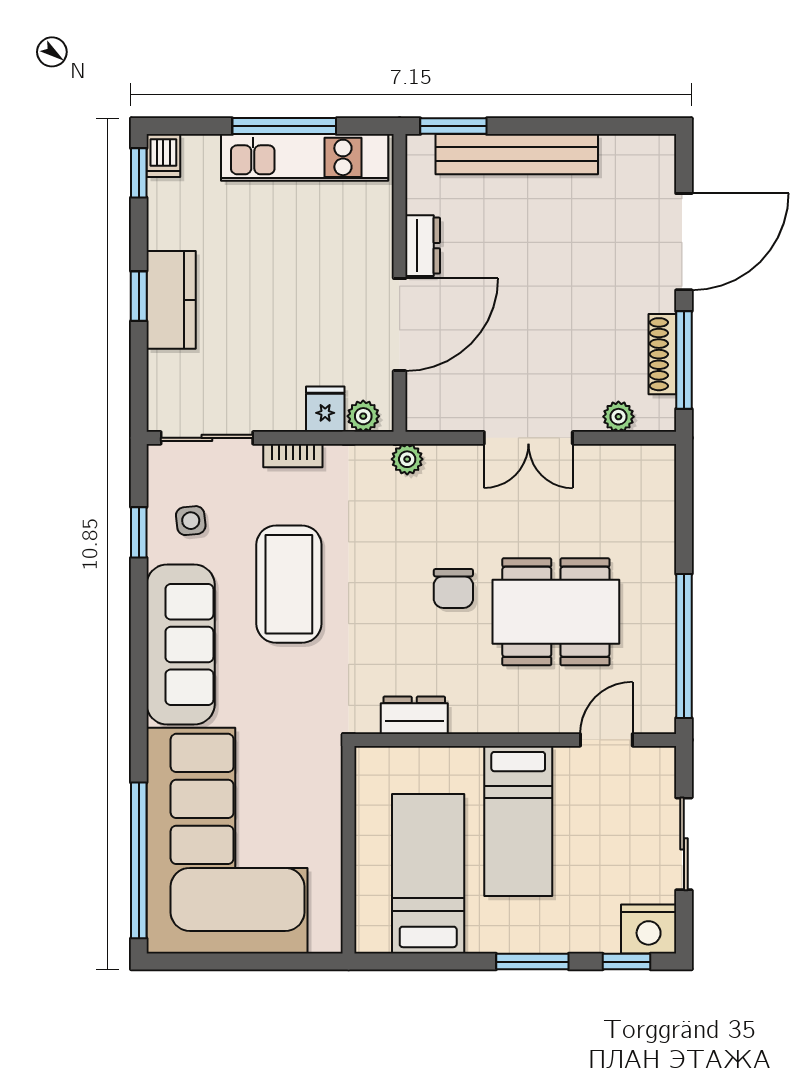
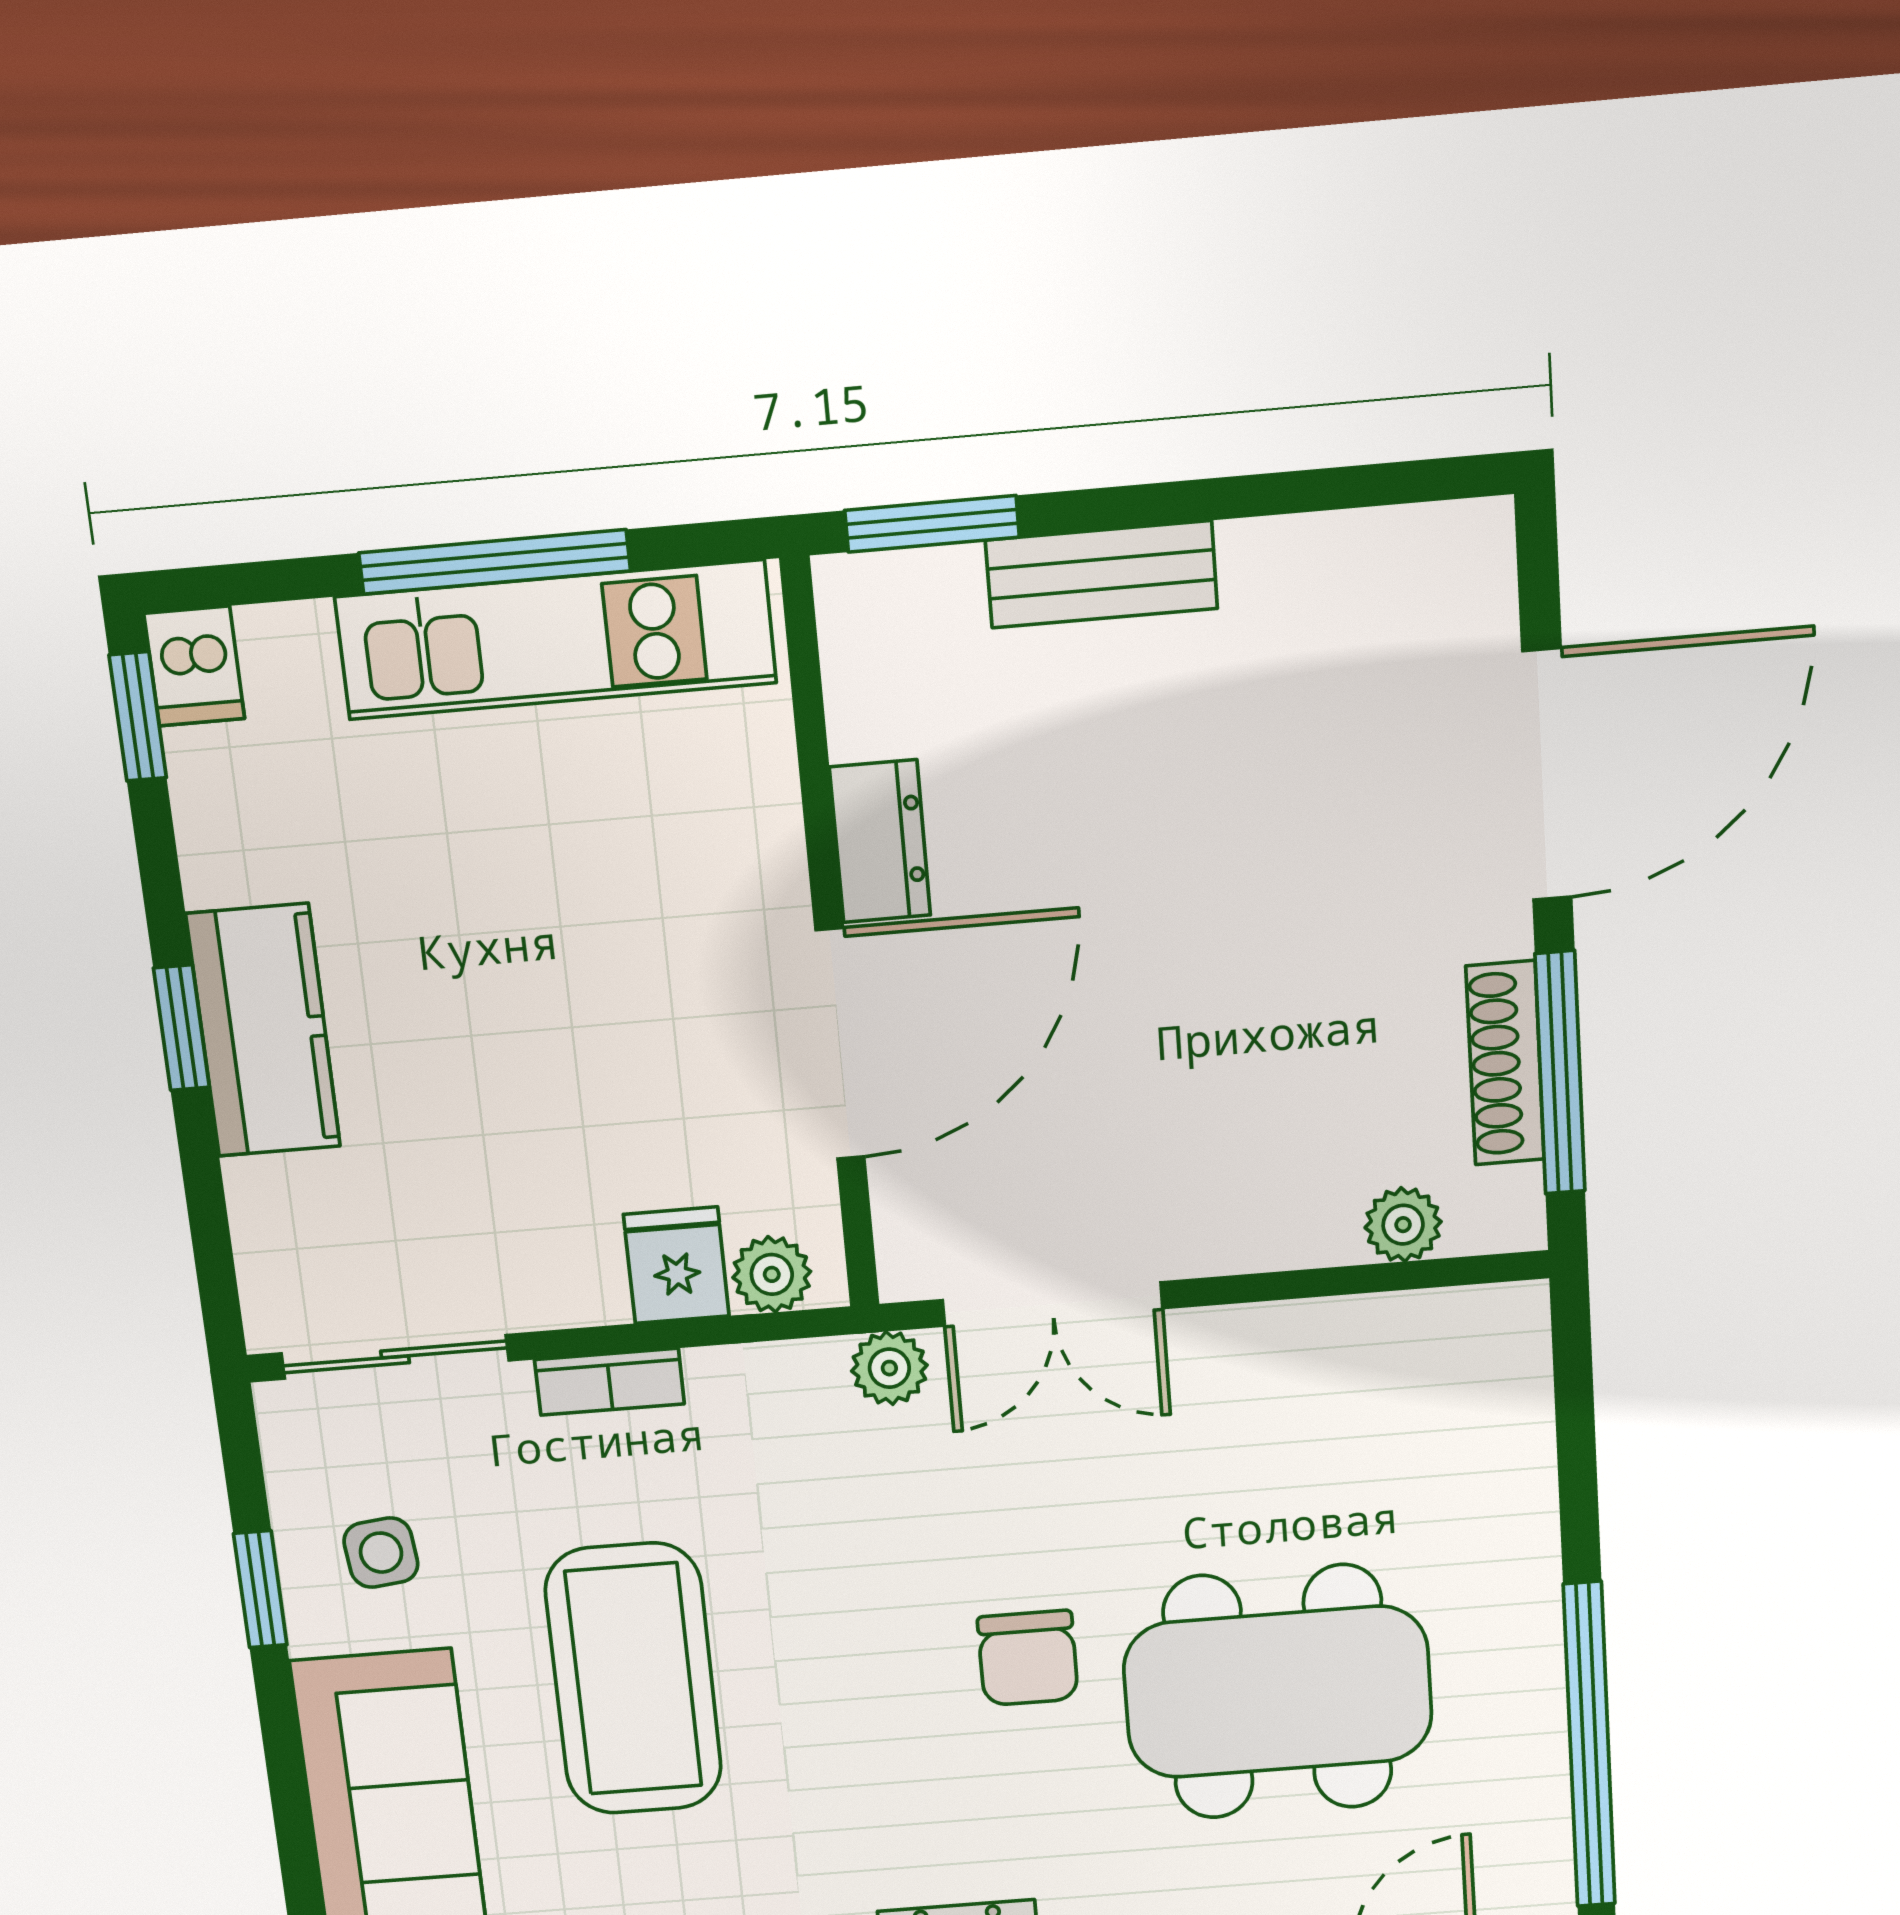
bench: (517, 154) -> (1101, 574), width x0.54, depth x0.82
double door: (528, 438) -> (1052, 1304), moved

